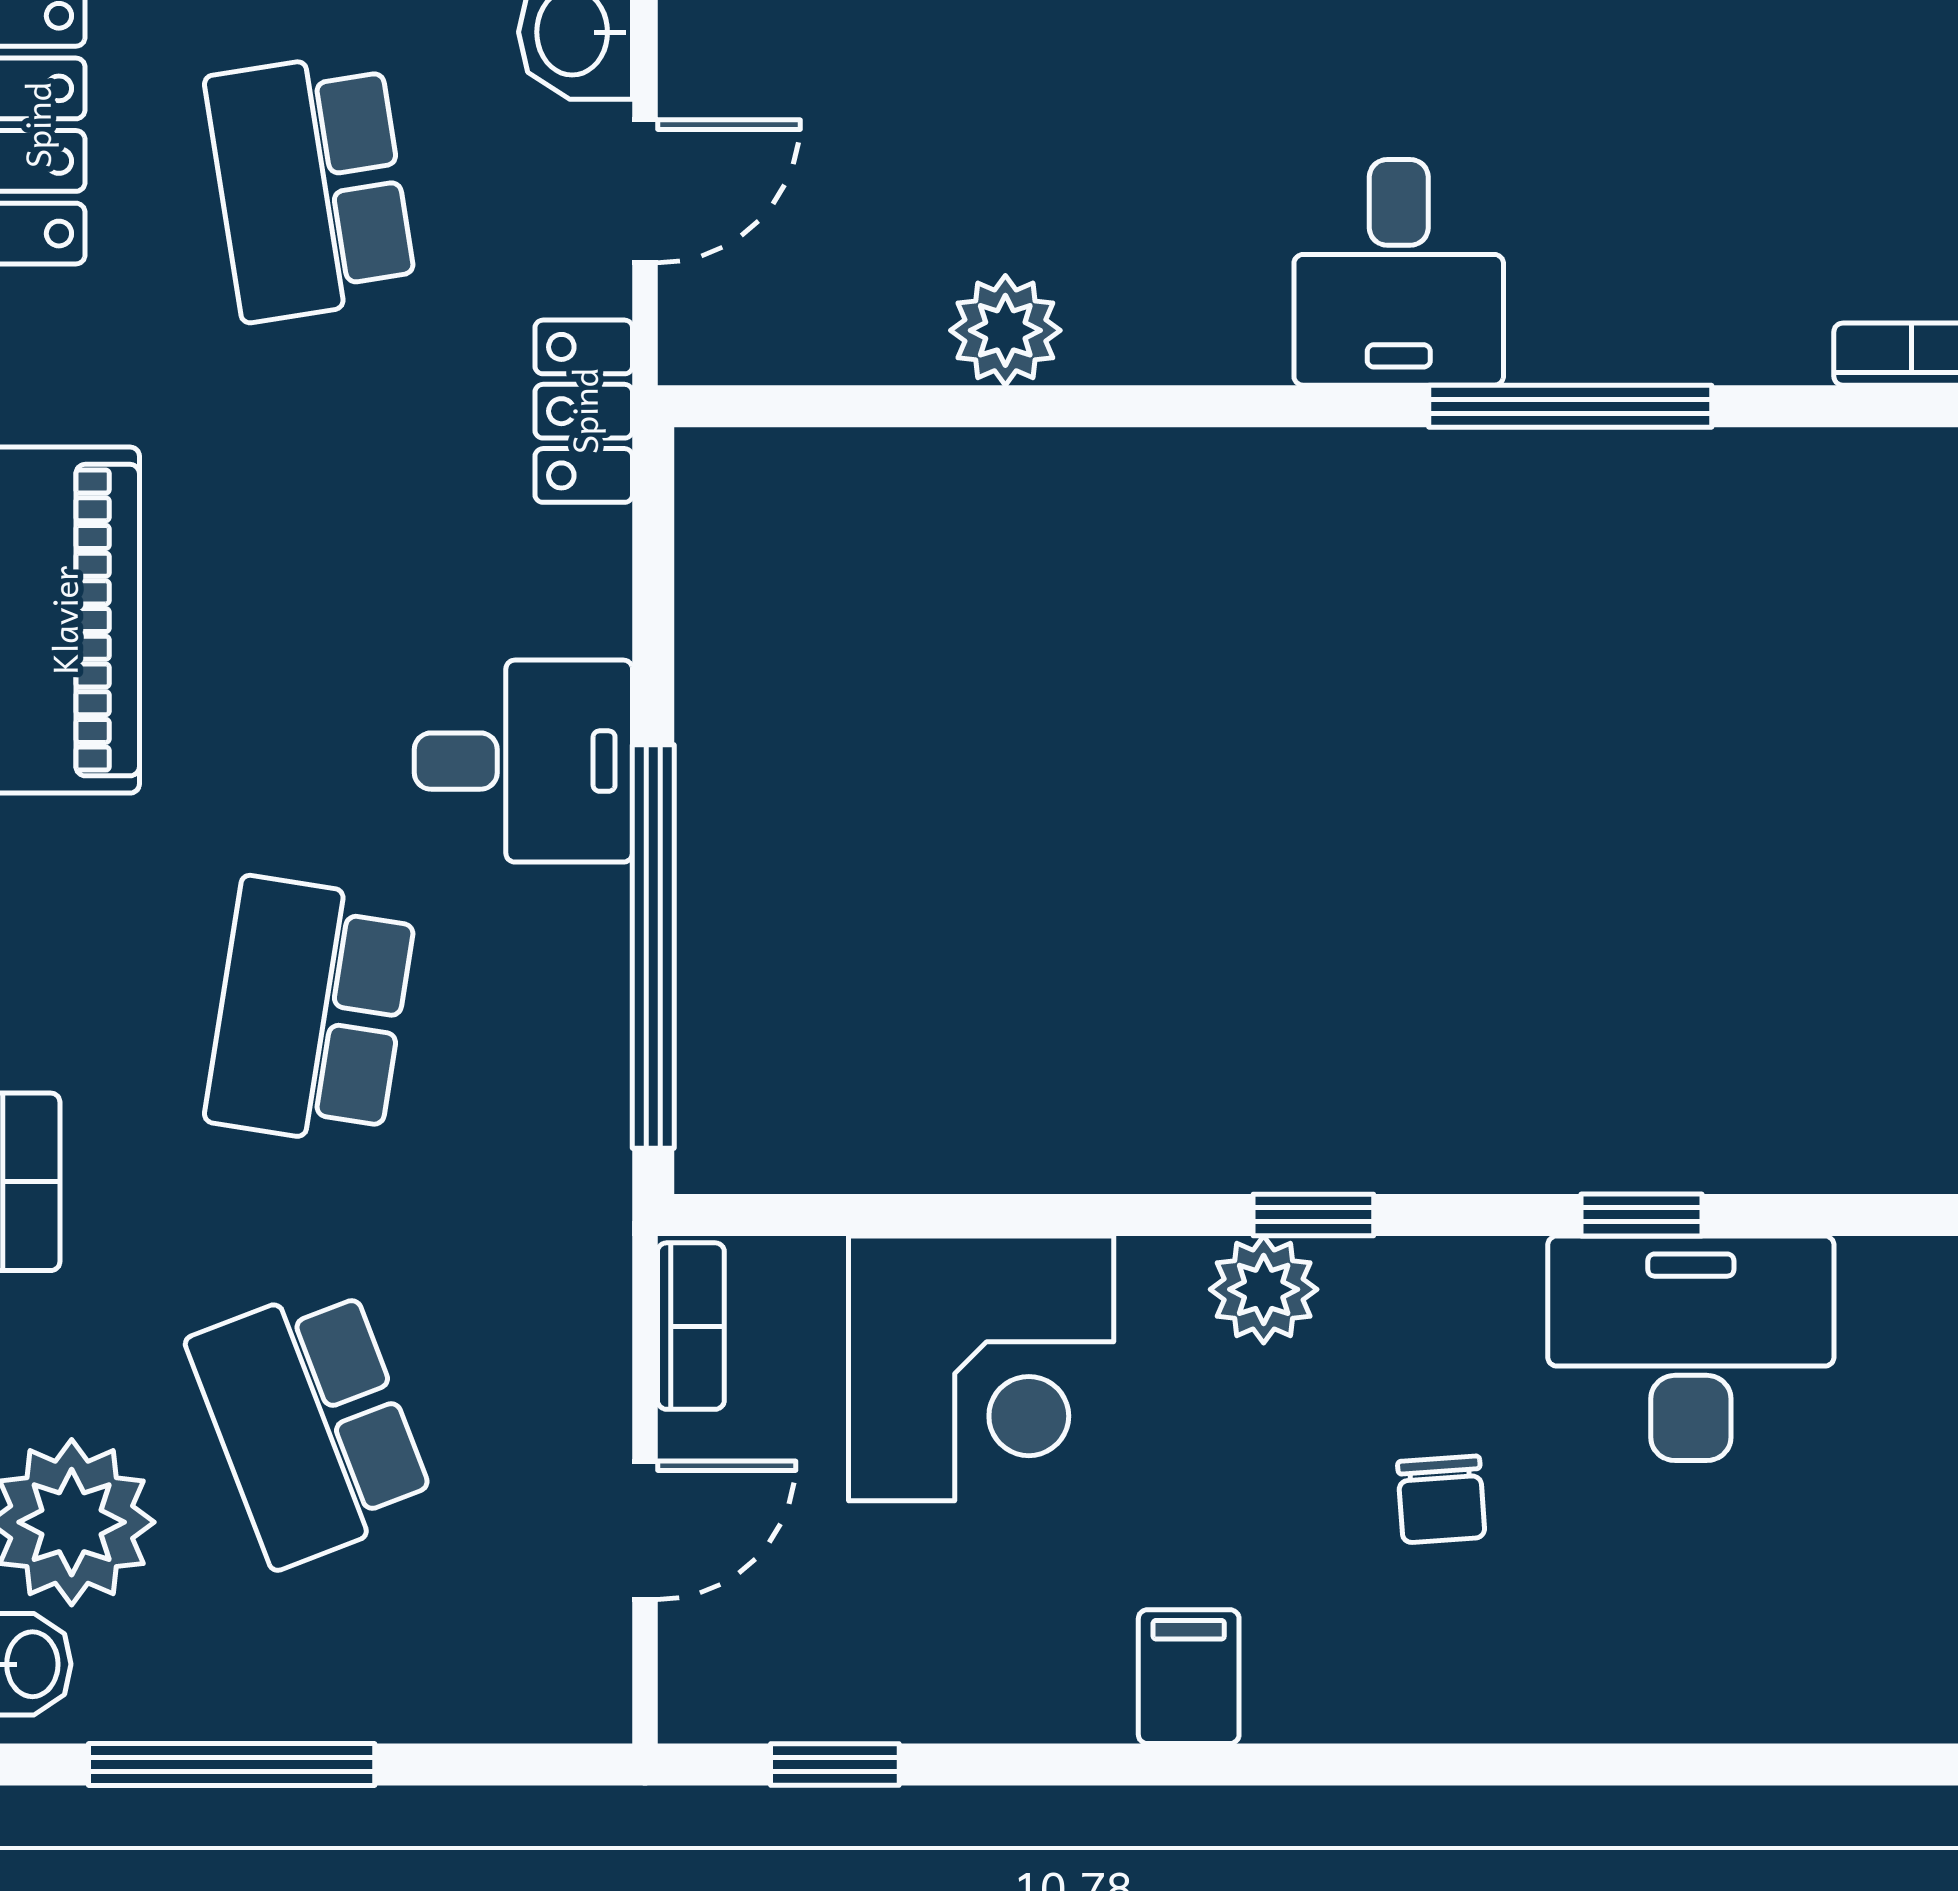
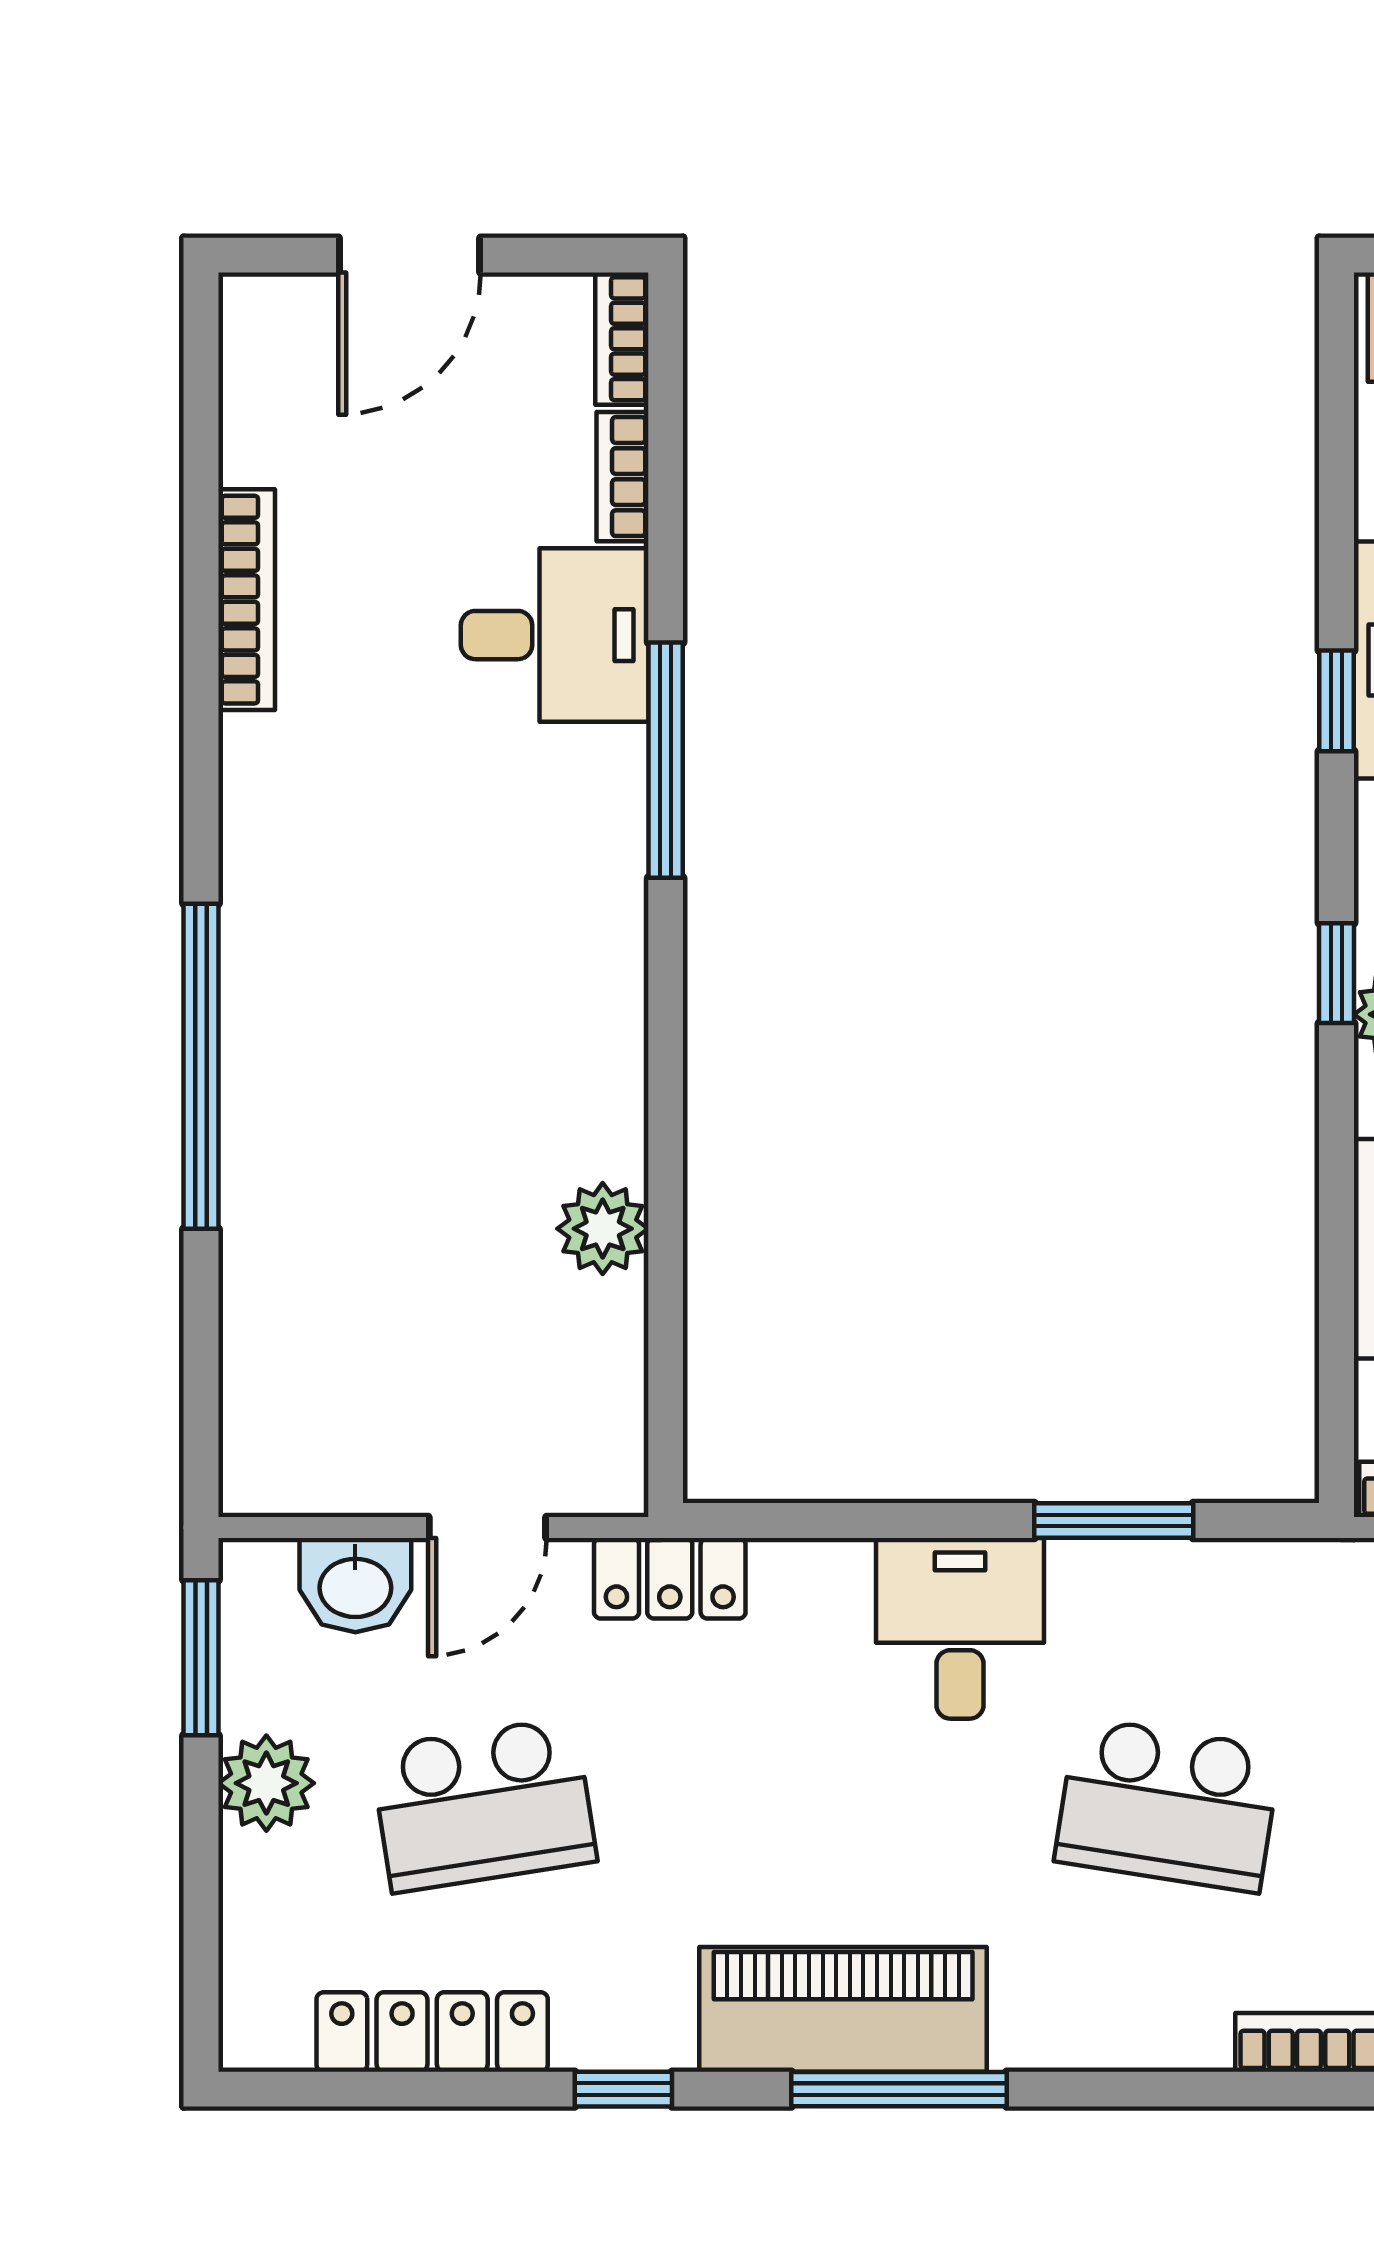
door: (645, 191) -> (487, 1527), swing flipped
desk: (1399, 272) -> (555, 635), moved
window: (653, 946) -> (1114, 1521), width x0.47

